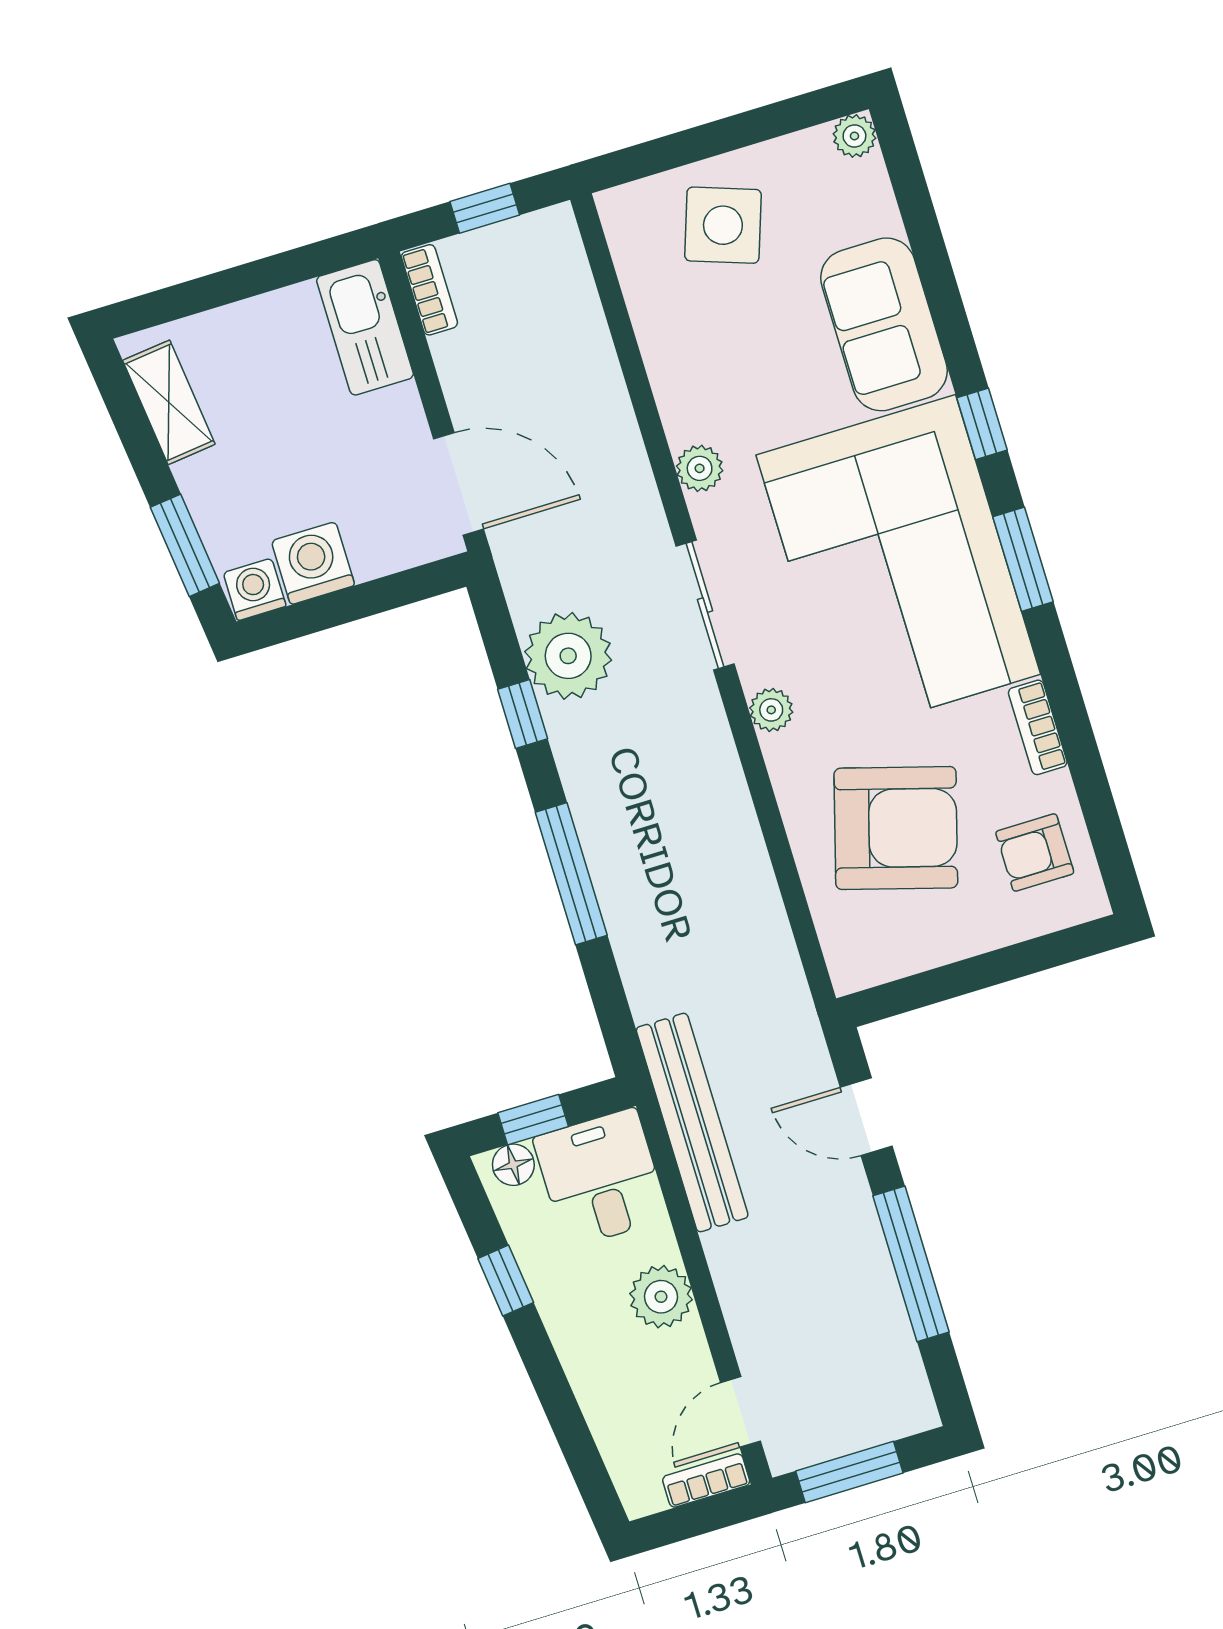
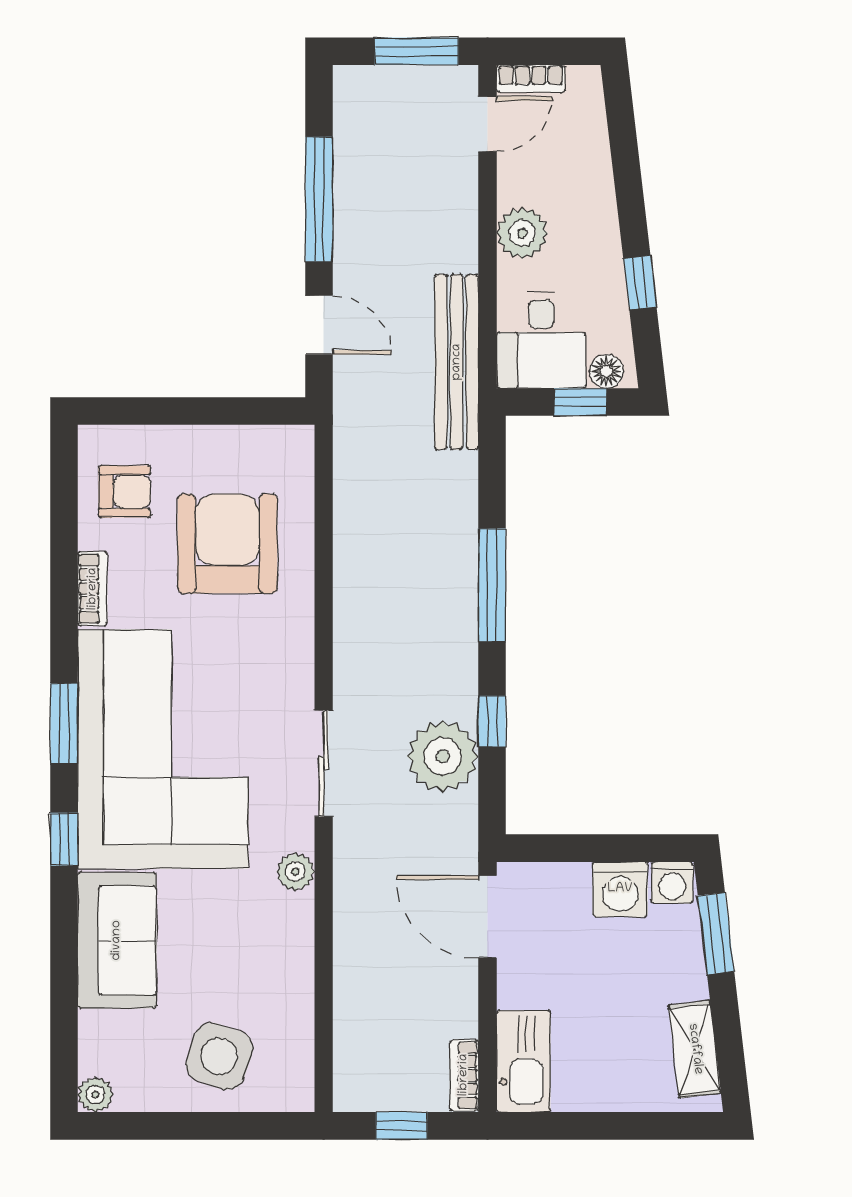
plant: (771, 710) -> (297, 666), removed
armchair: (896, 828) -> (227, 544), turned 74

